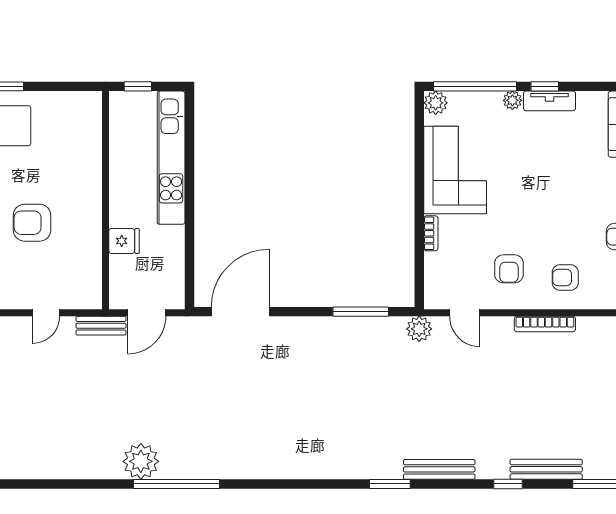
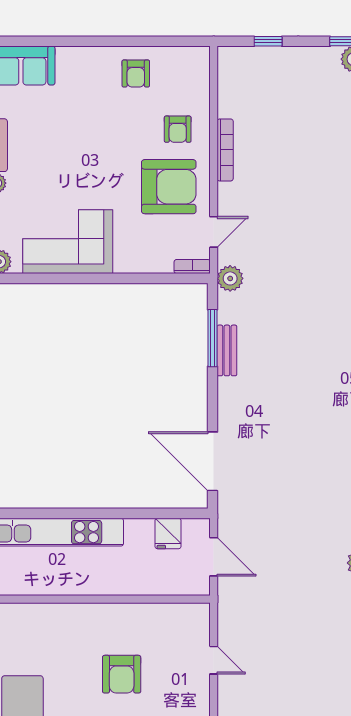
bookcase: (431, 233) -> (192, 267), moved
fridge: (124, 241) -> (168, 533), moved, turned 180
armchair: (509, 269) -> (169, 187), width x1.88, depth x1.88
bench: (101, 326) -> (227, 350), moved

